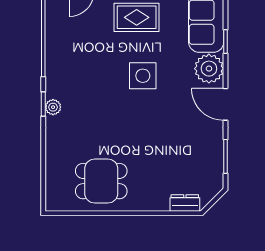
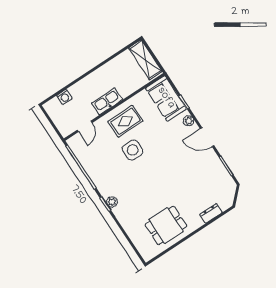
plant: (209, 69) -> (188, 121), width x0.53, depth x0.53
side table: (143, 76) -> (133, 150), moved
dresser: (185, 203) -> (211, 213), moved

